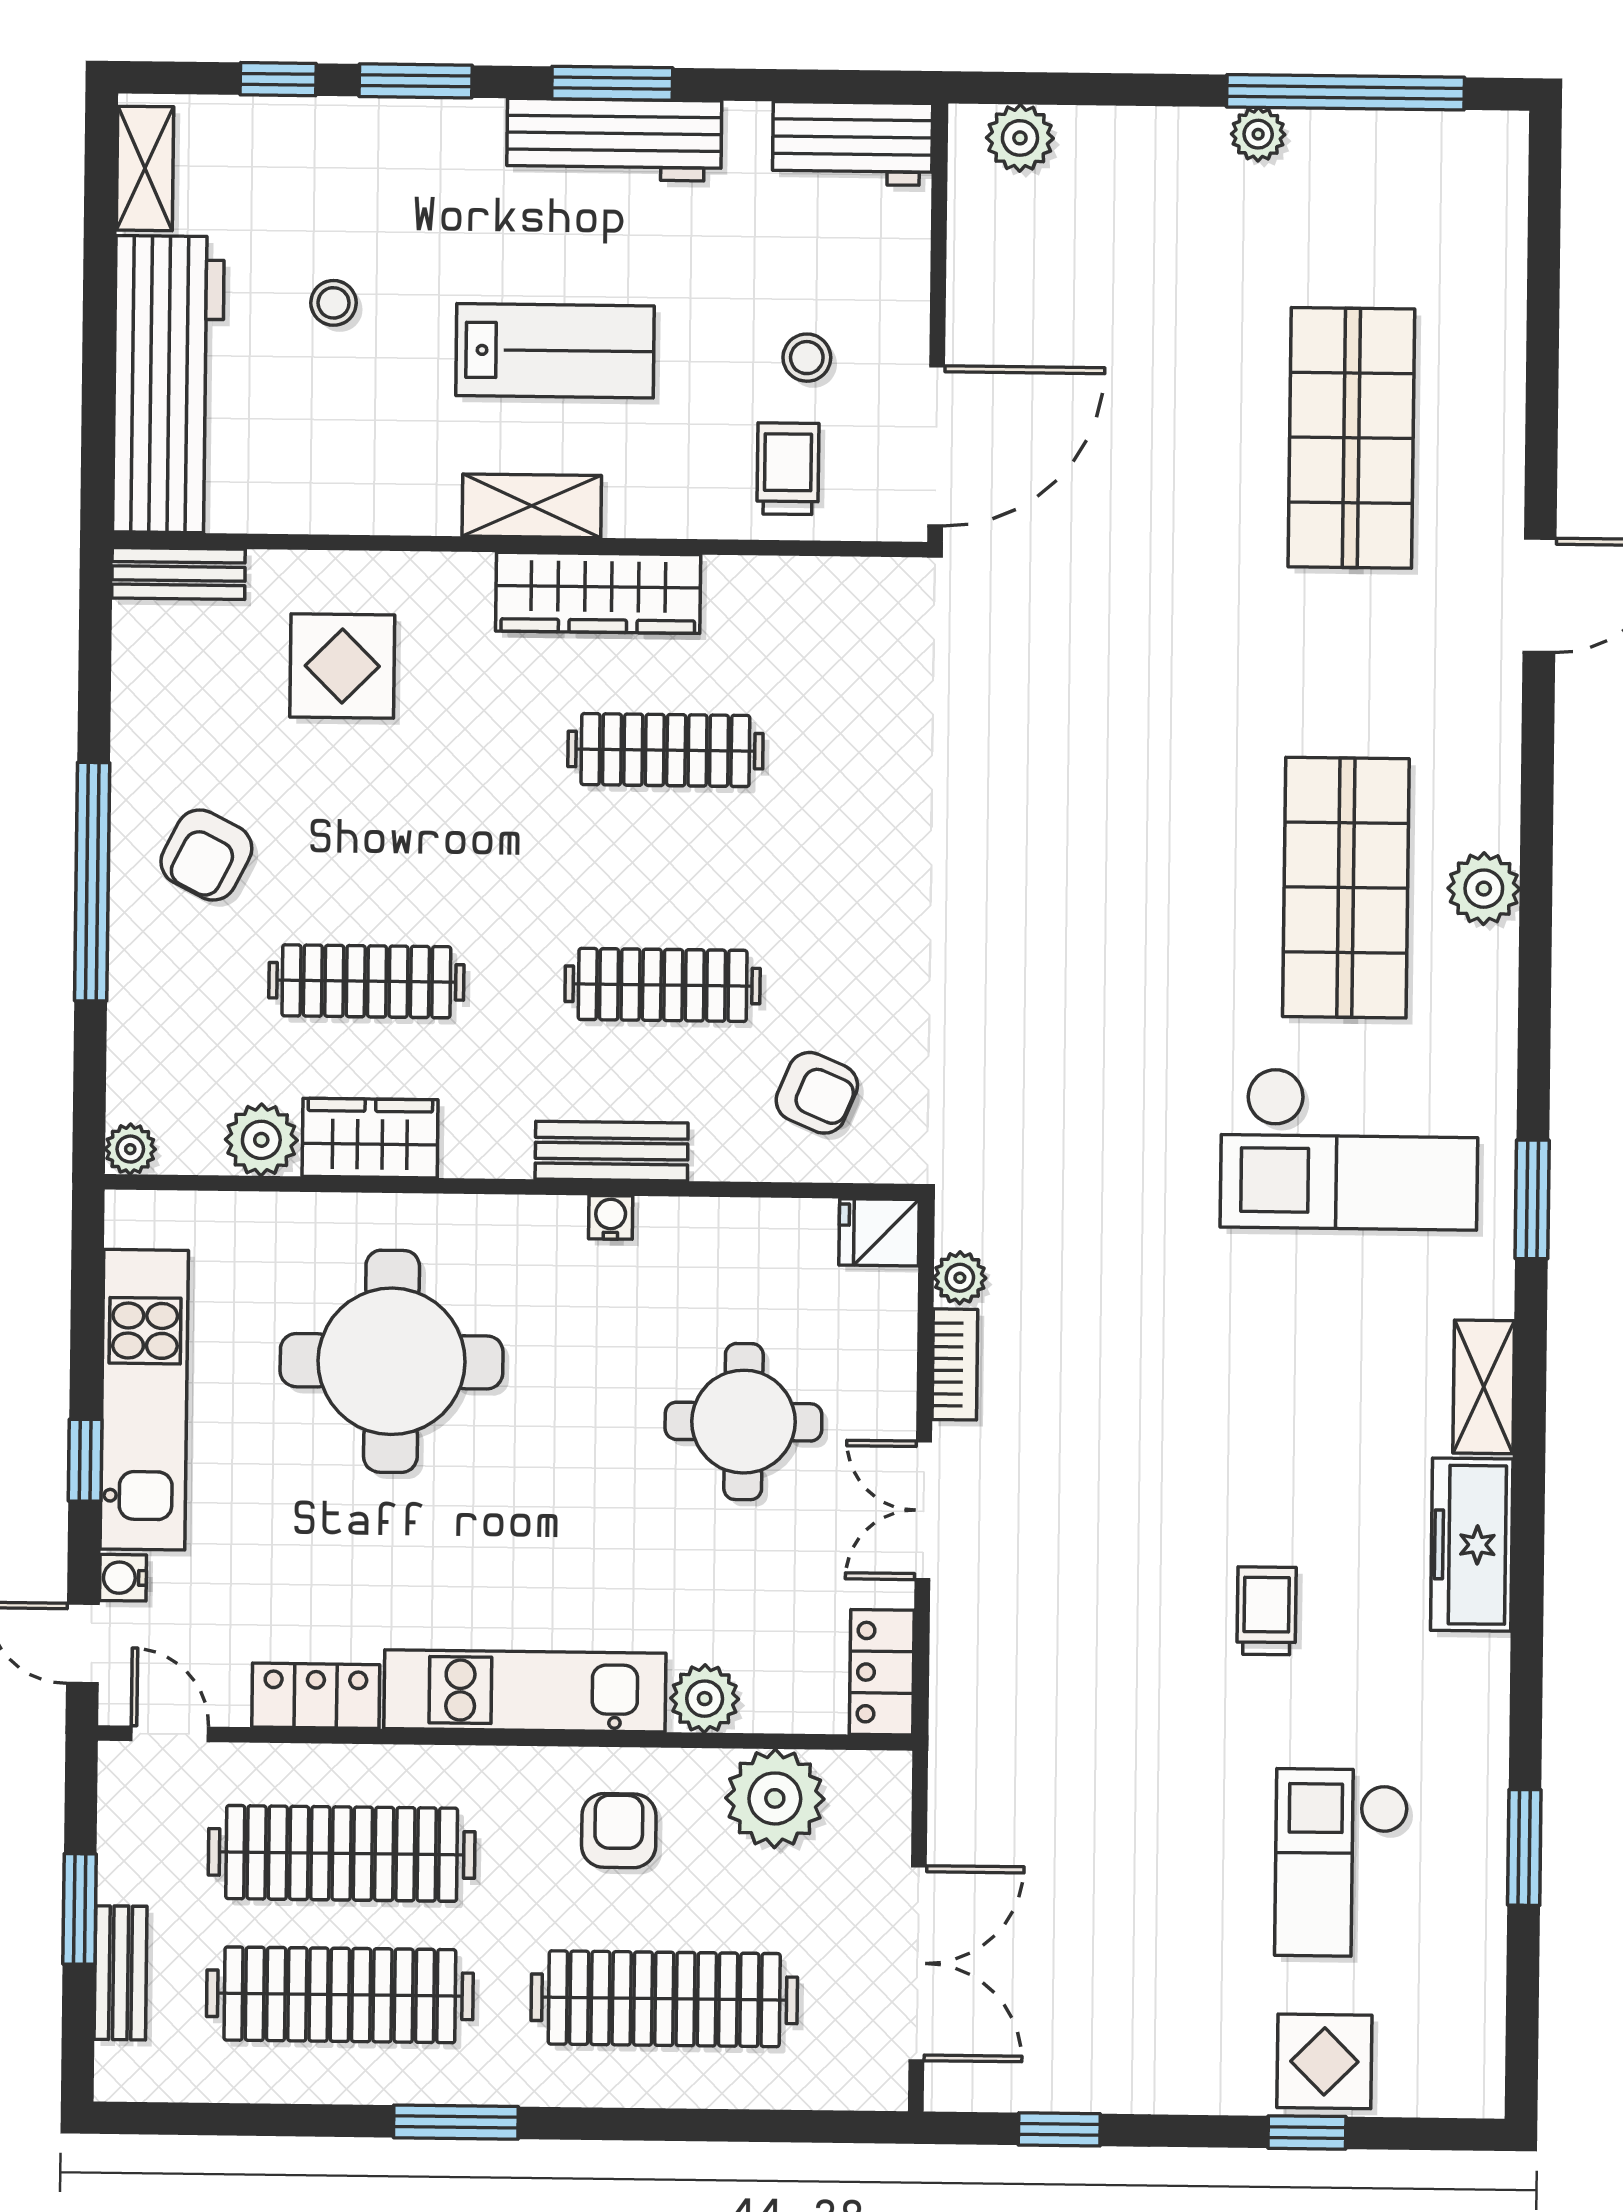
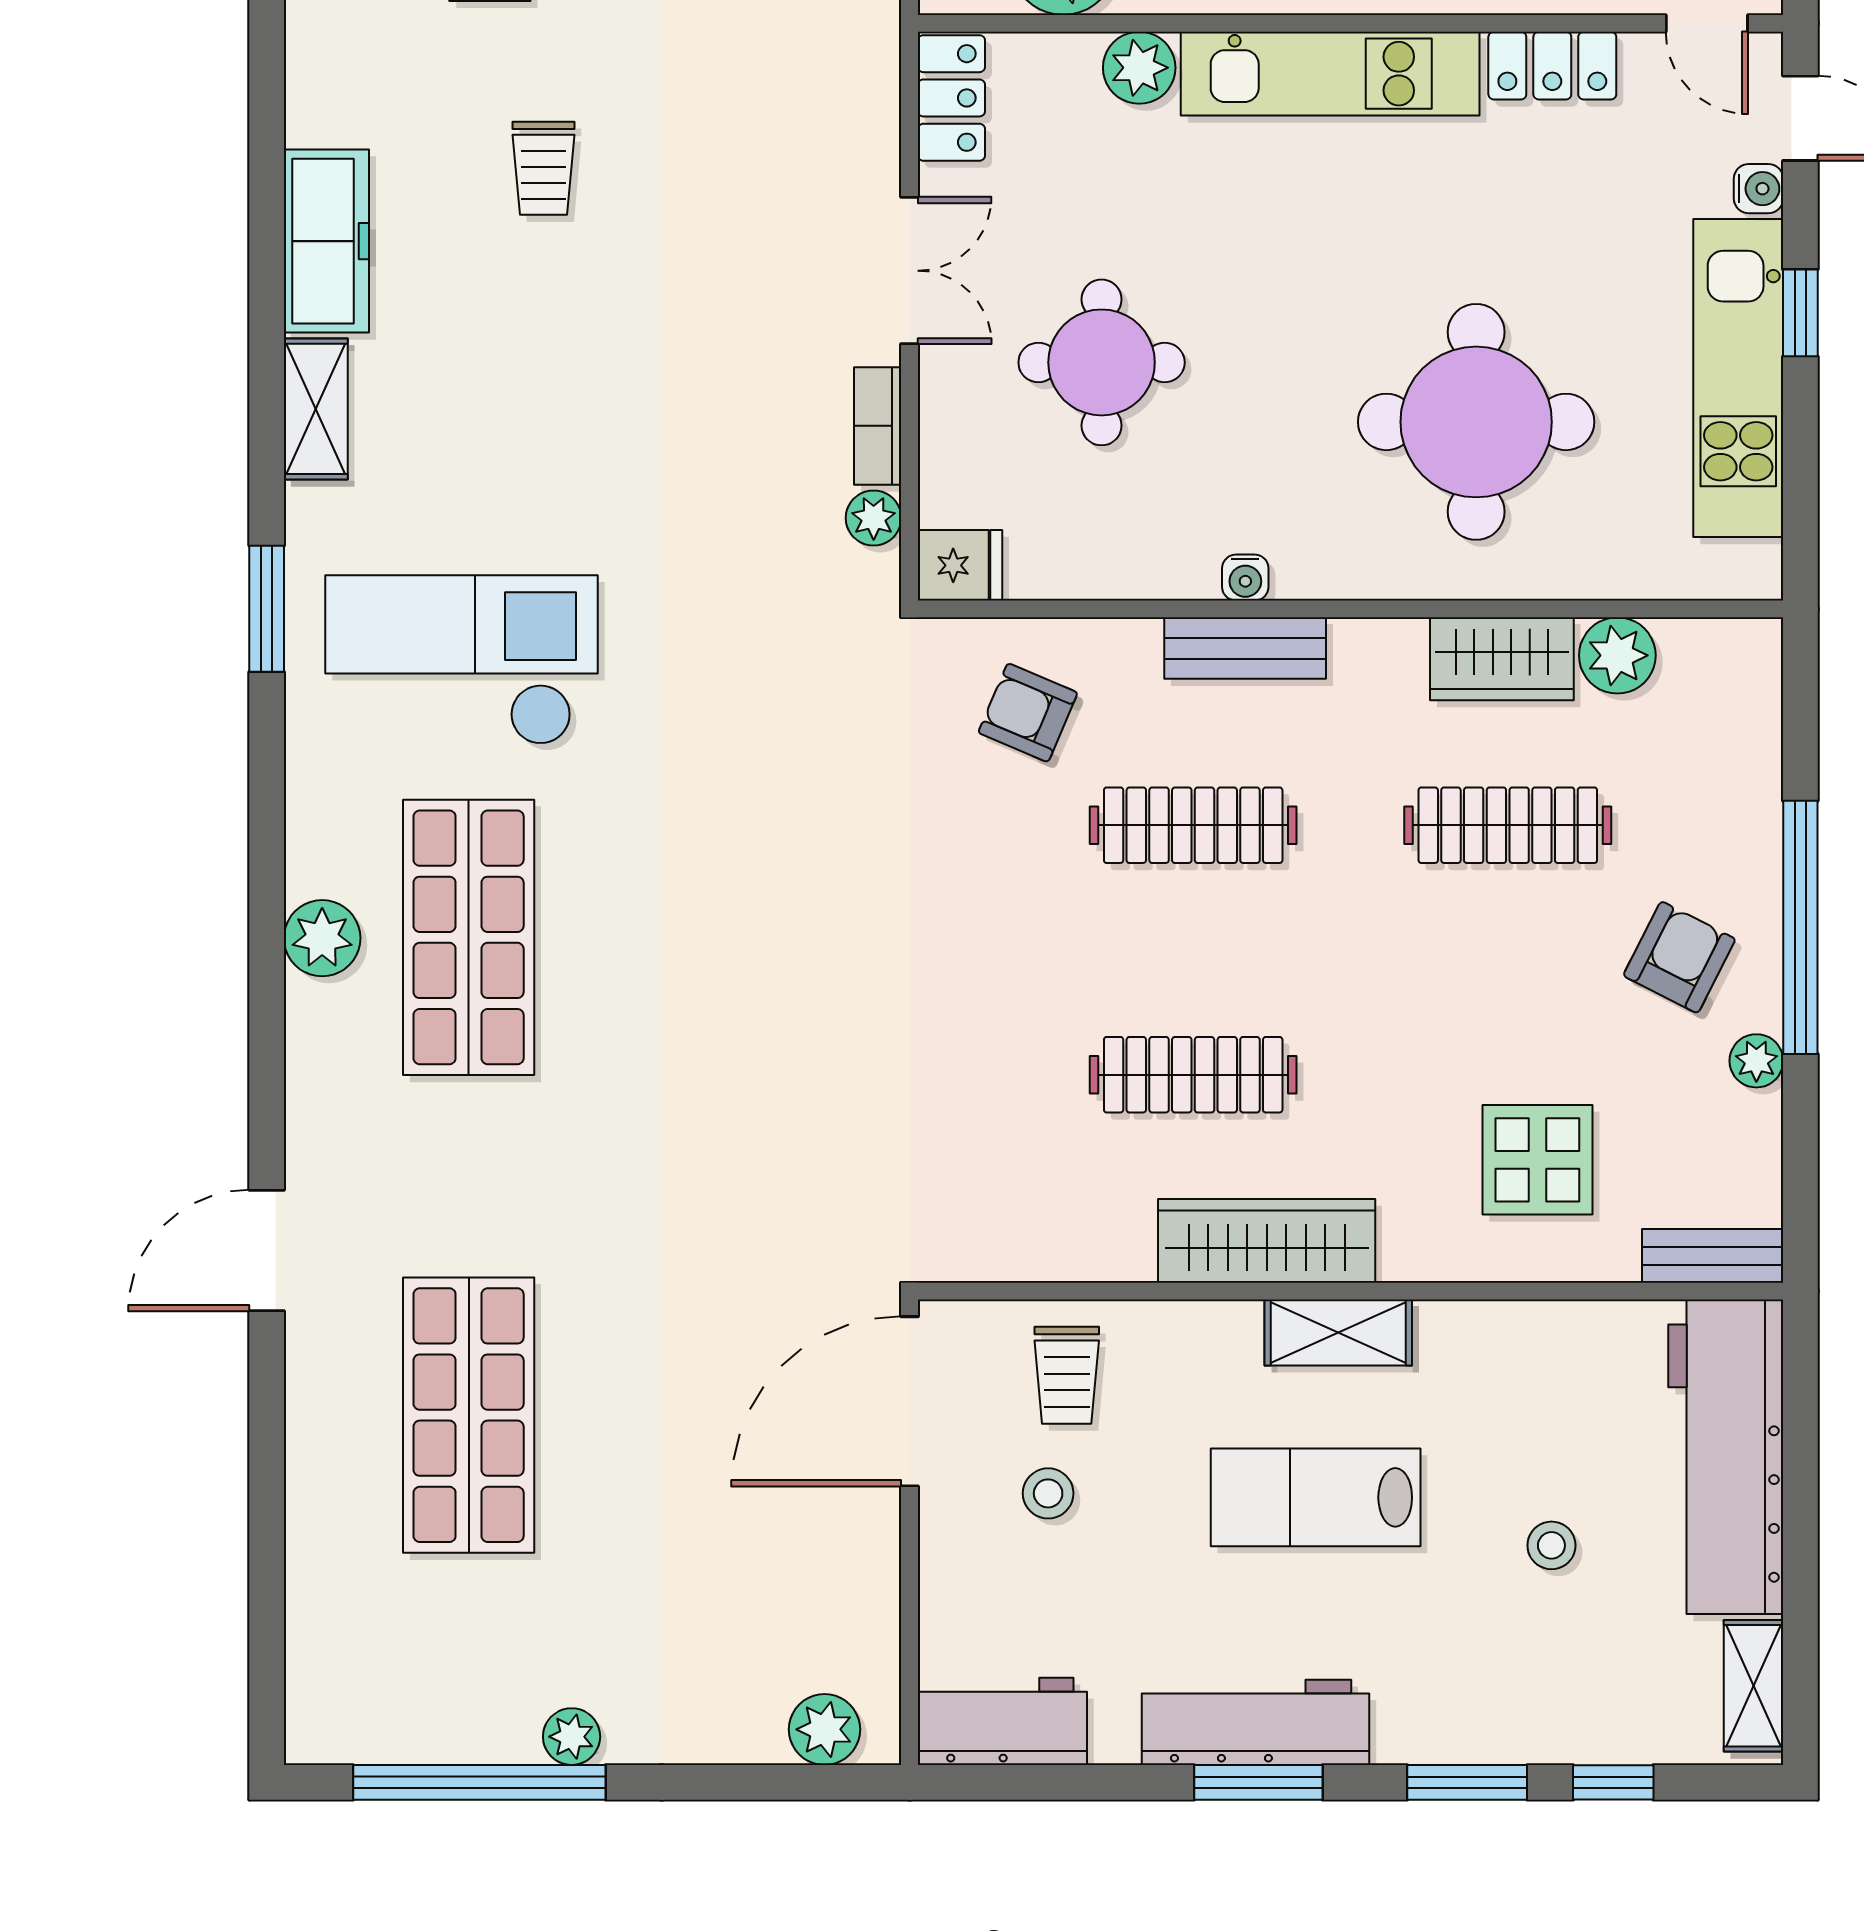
plant: (130, 1149) -> (1756, 1061), moved

